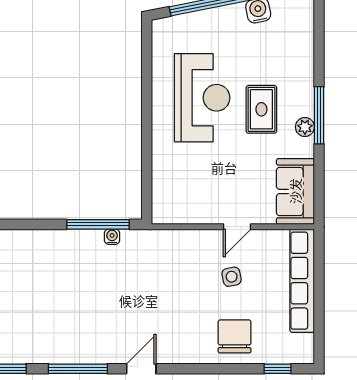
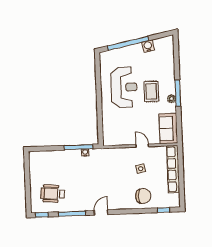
door: (237, 227) -> (142, 146), swing flipped
wheelchair: (38, 323) -> (53, 194), added
chair: (235, 336) -> (143, 196), turned 90

